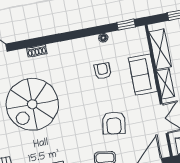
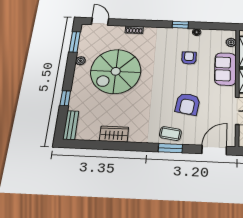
window: (126, 25) -> (180, 25), moved
plant: (142, 42) -> (231, 42), added

